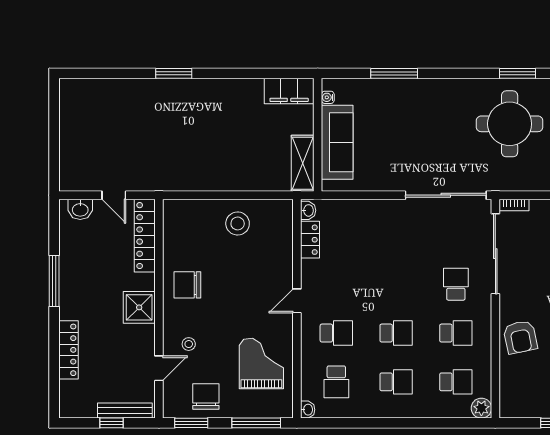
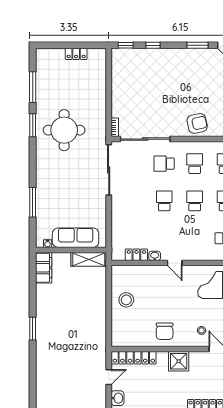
window: (174, 73) -> (33, 329), moved
washbasin: (308, 210) -> (155, 256), moved
school desk: (336, 333) -> (164, 201), moved

